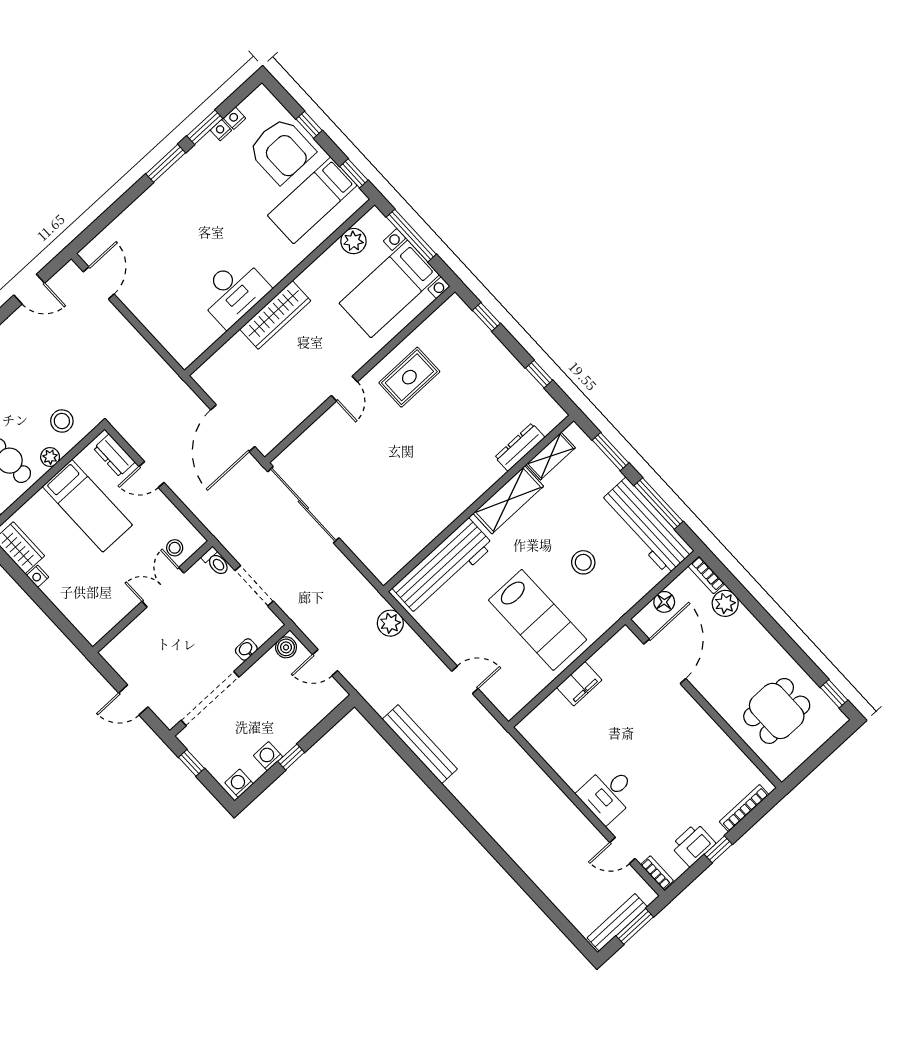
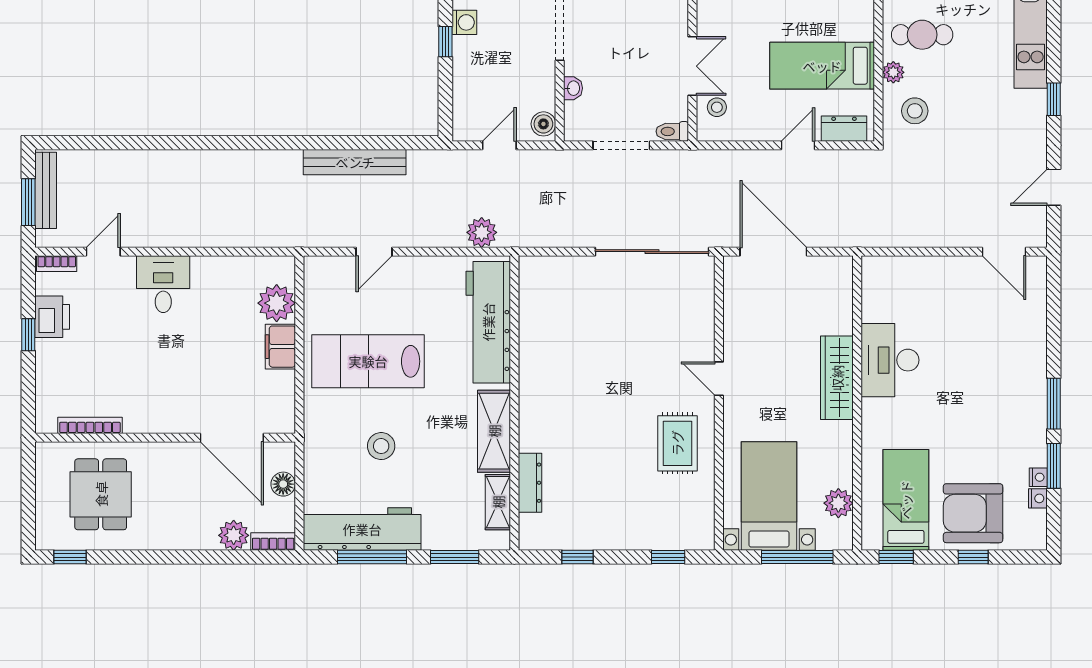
plant: (554, 711) -> (277, 303), added
bookcase: (744, 808) -> (90, 425), moved, turned -90

